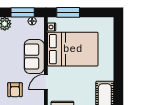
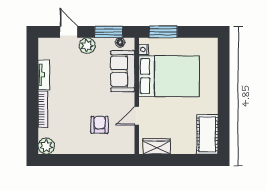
sofa: (34, 57) -> (123, 71), moved
armchair: (15, 90) -> (100, 125), turned 180

